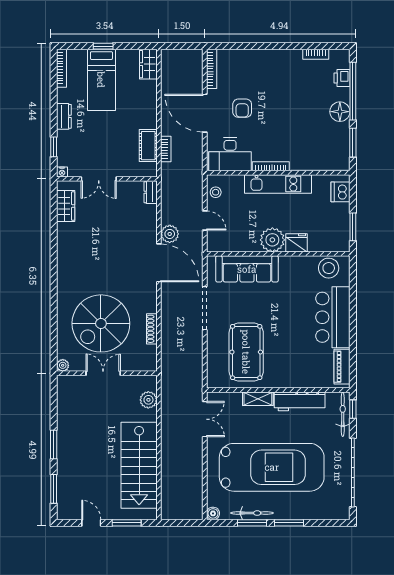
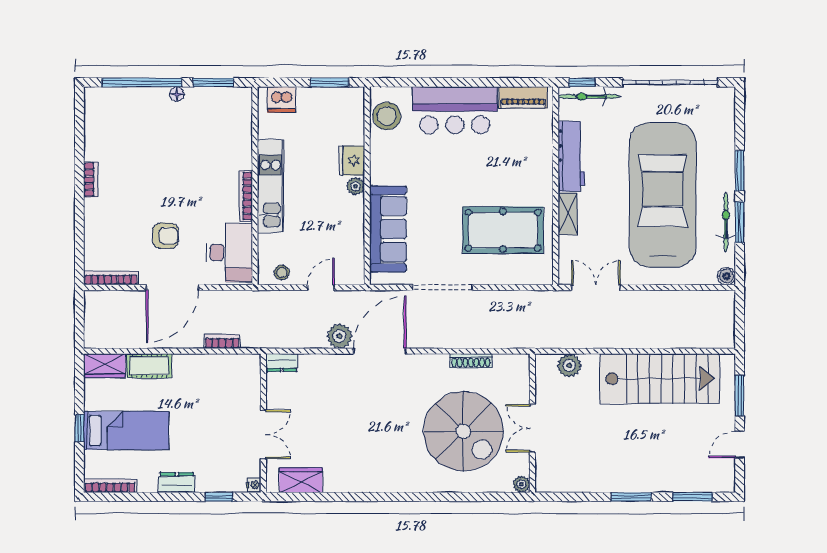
bookcase: (316, 54) -> (91, 180), moved
printer: (342, 78) -> (124, 98), removed
floor lamp: (340, 112) -> (177, 94), width x0.53, depth x0.53
cot: (148, 146) -> (149, 366), moved
plant: (272, 240) -> (356, 186), width x0.53, depth x0.53

